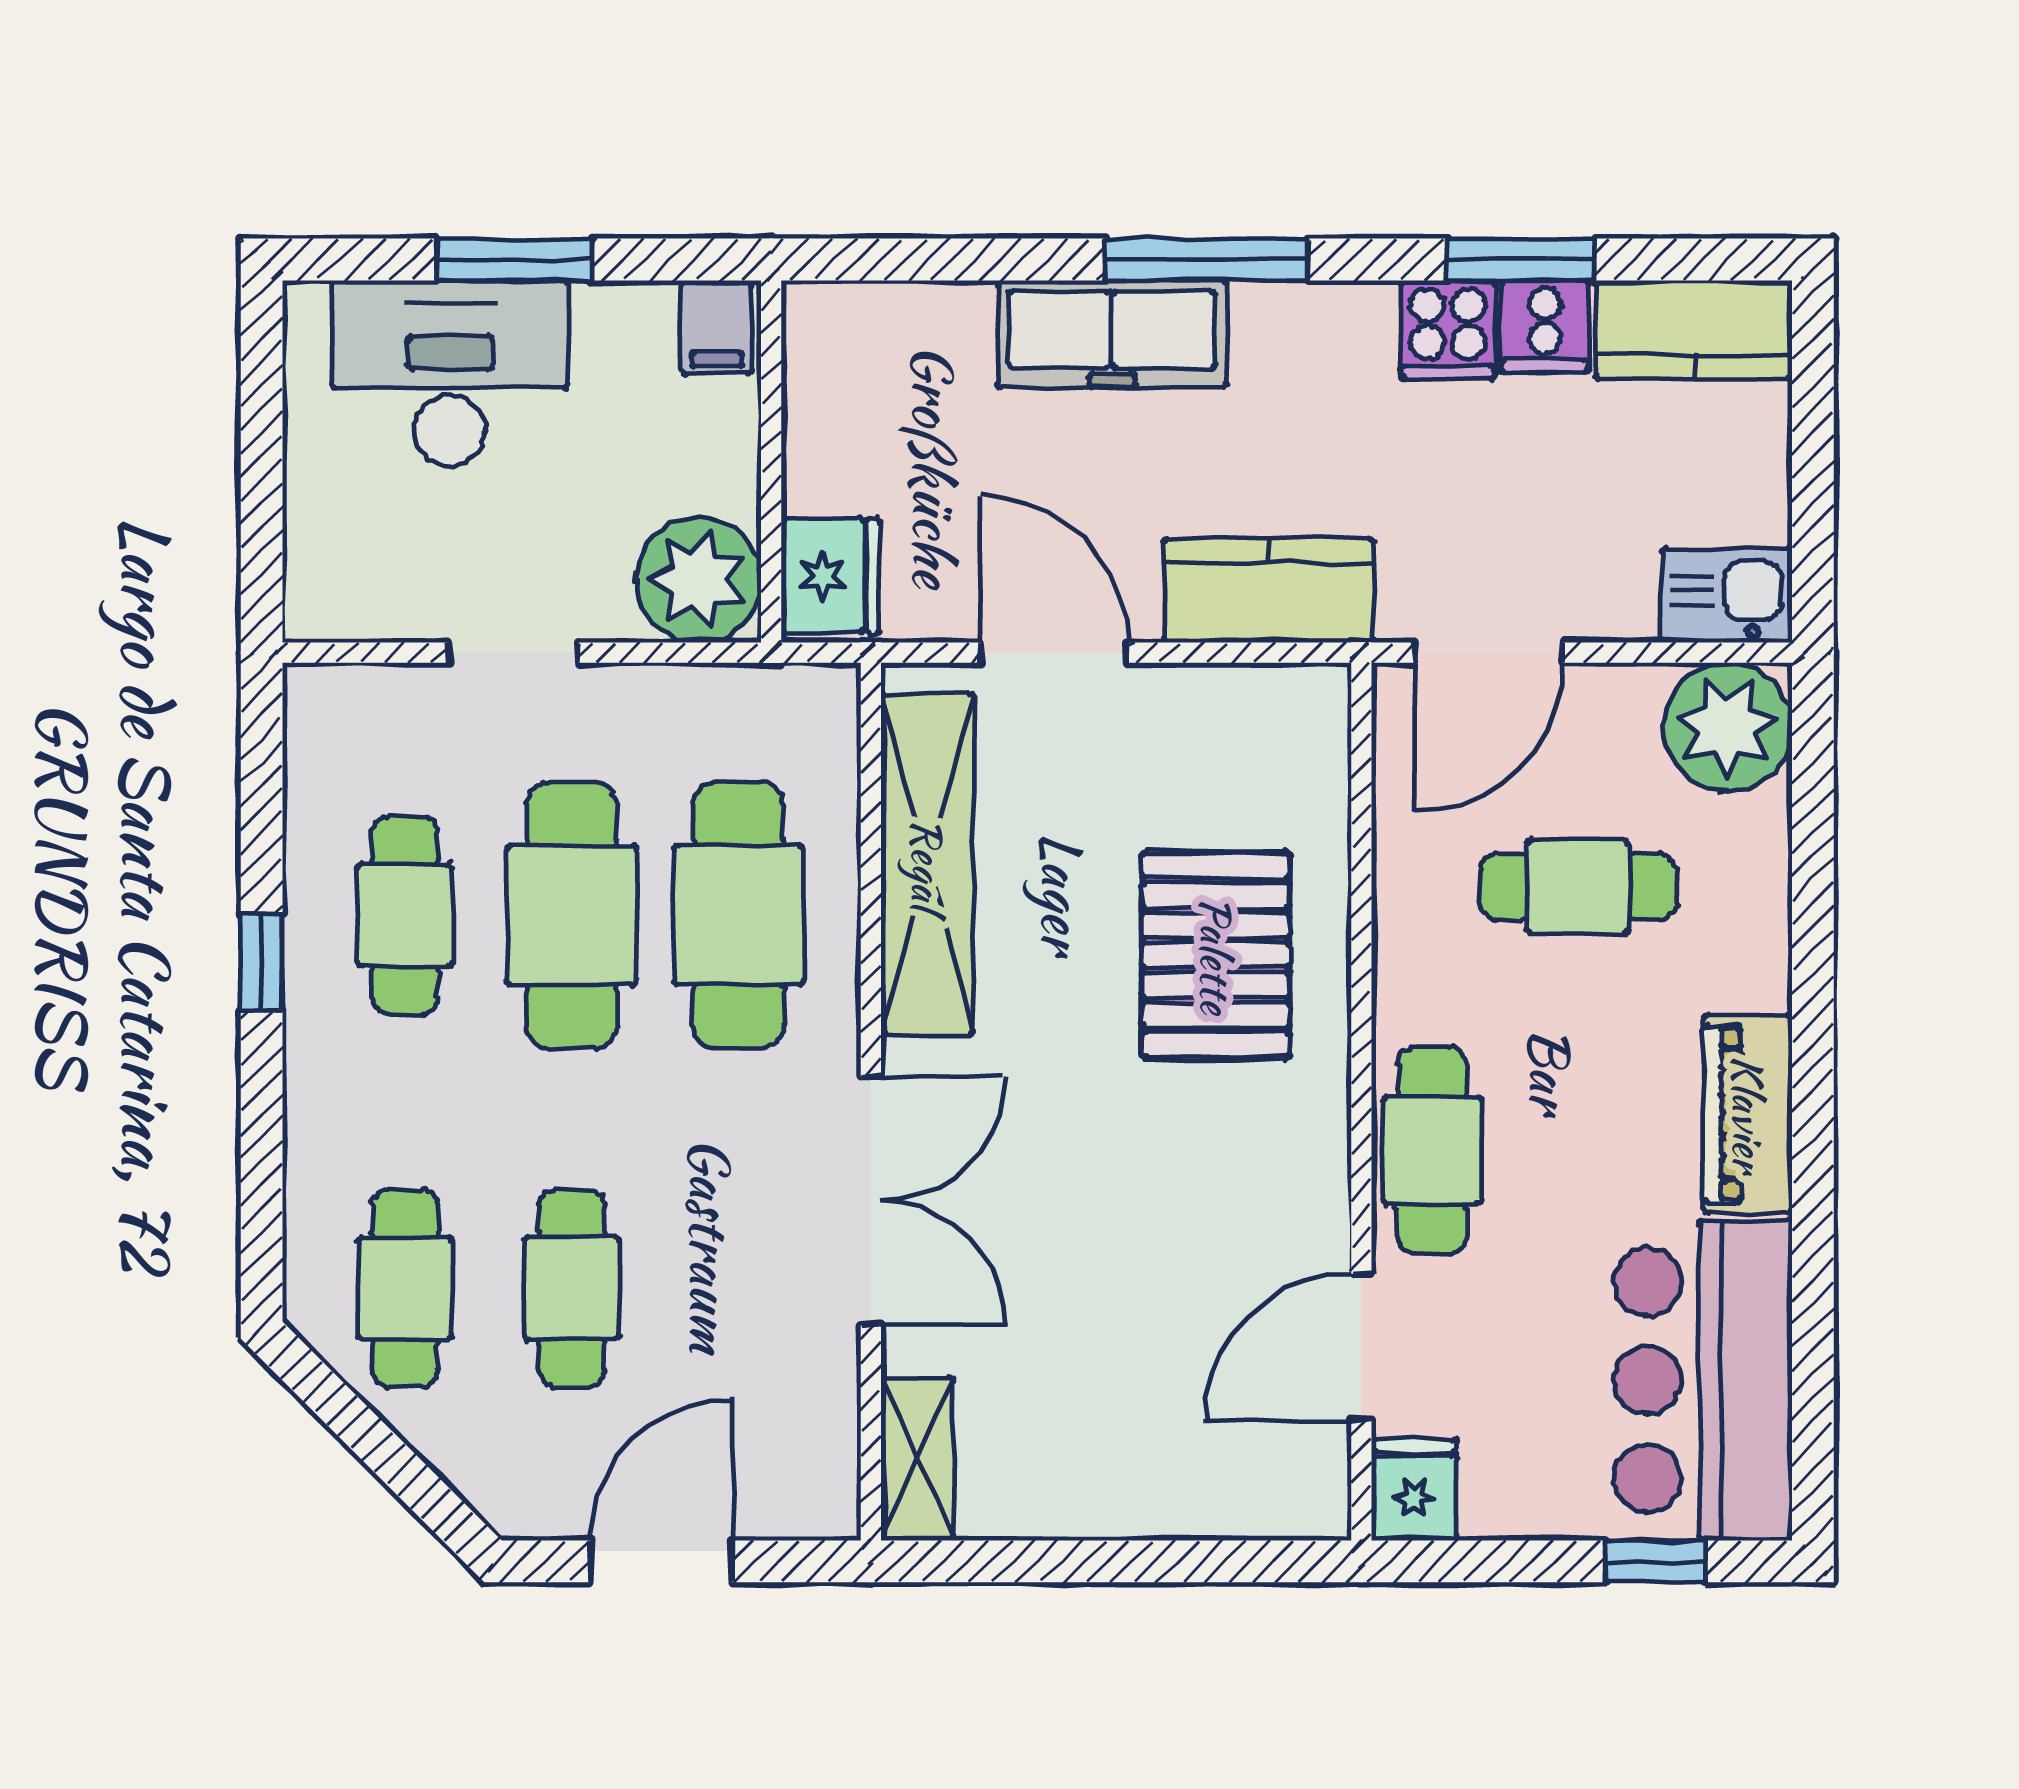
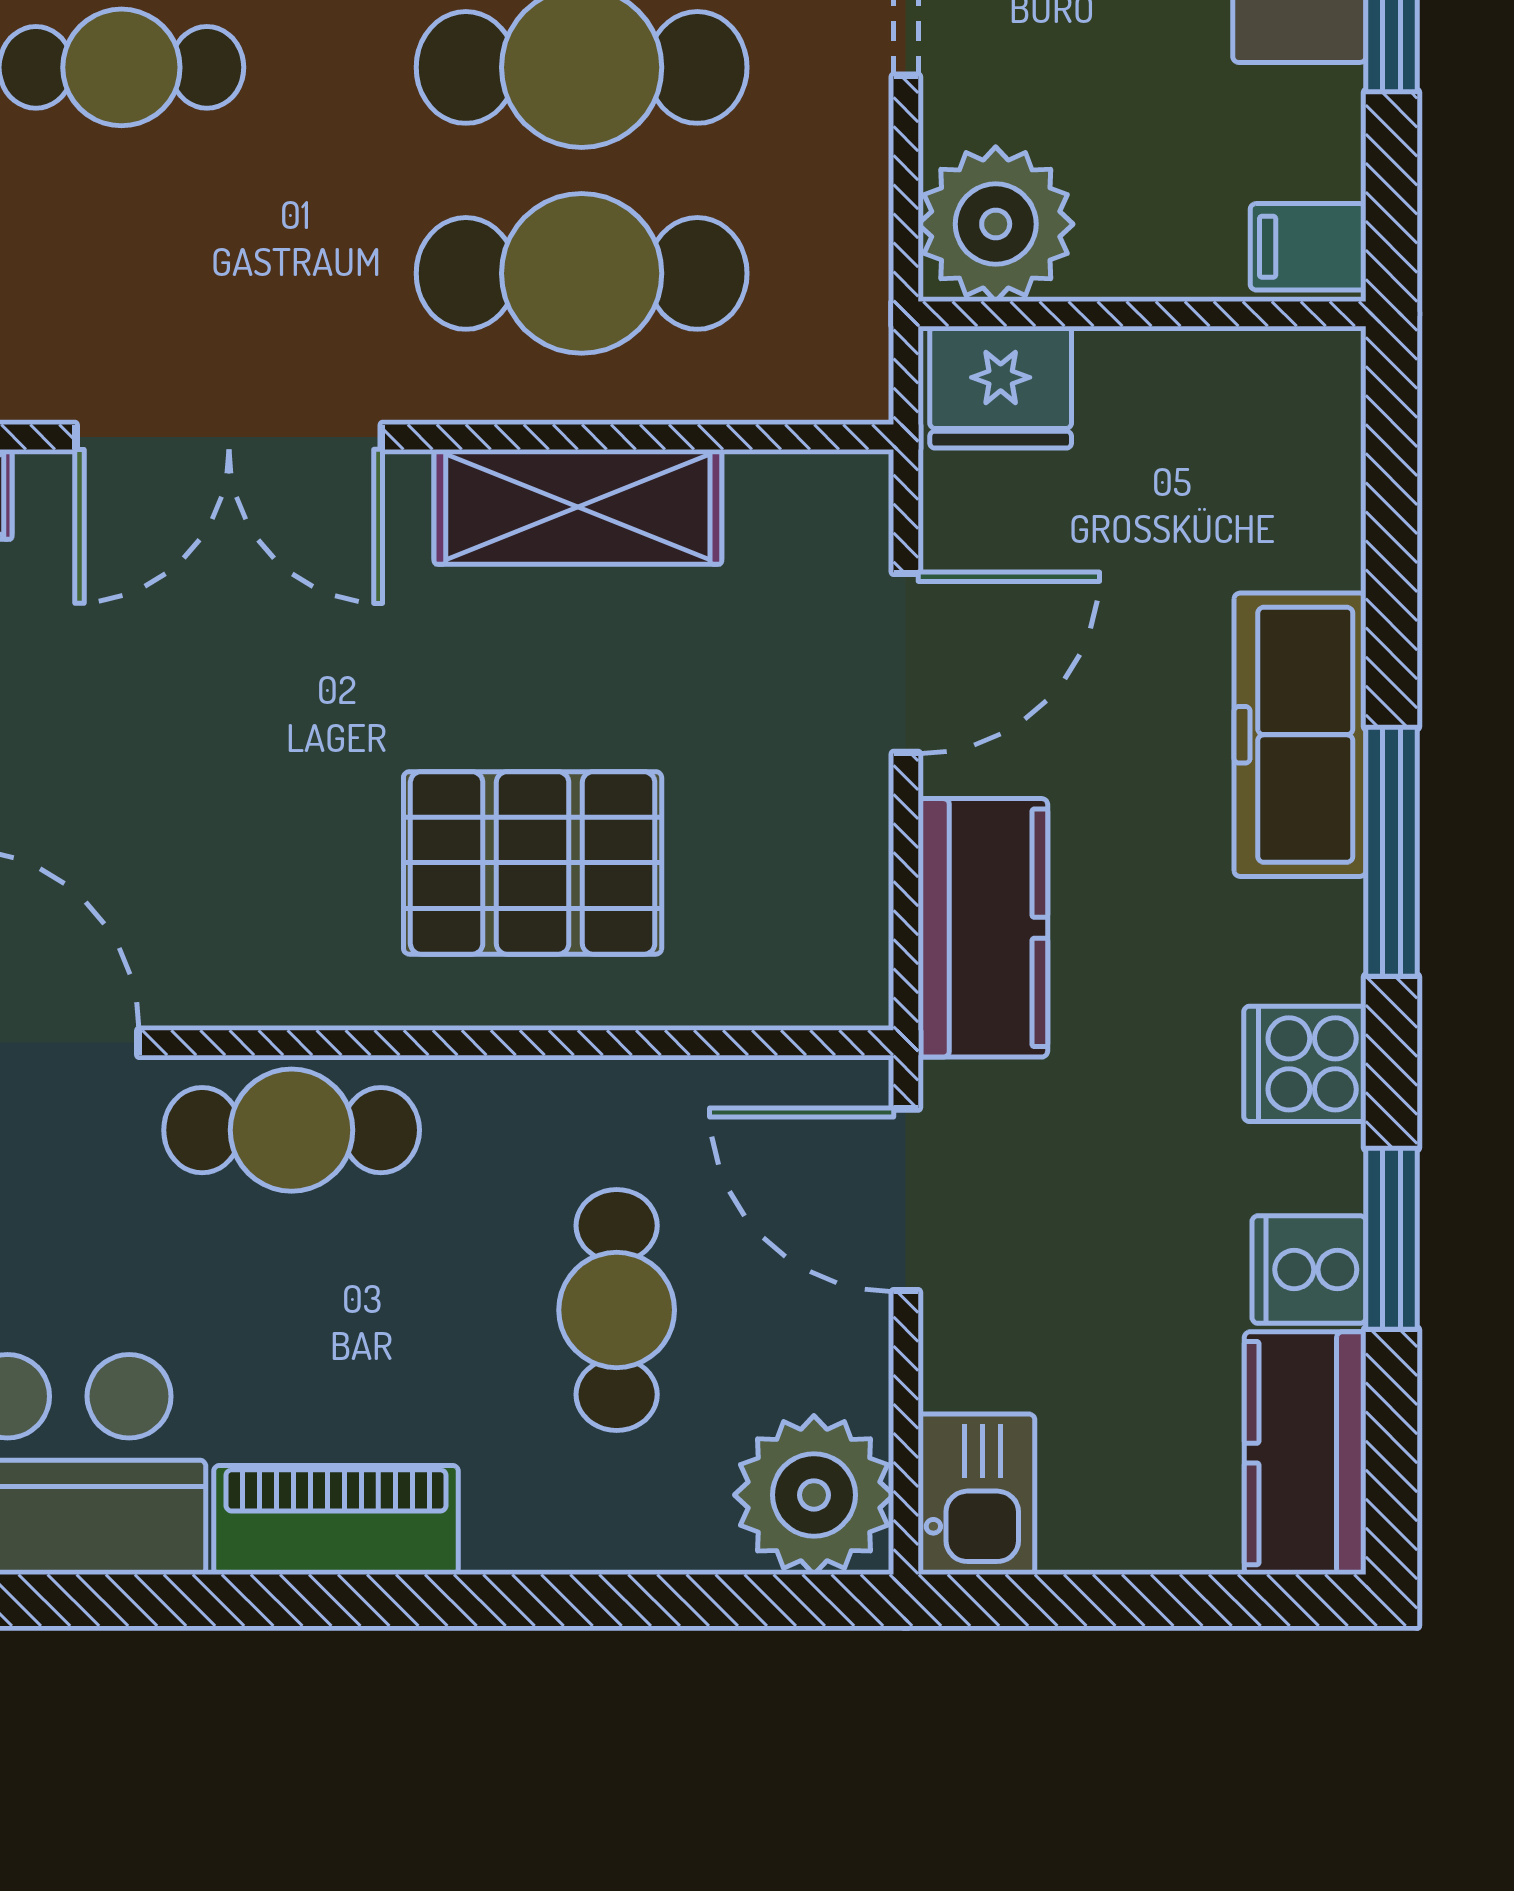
cooker: (1448, 330) -> (1305, 1064), moved
shelving: (927, 864) -> (578, 507), width x0.68

